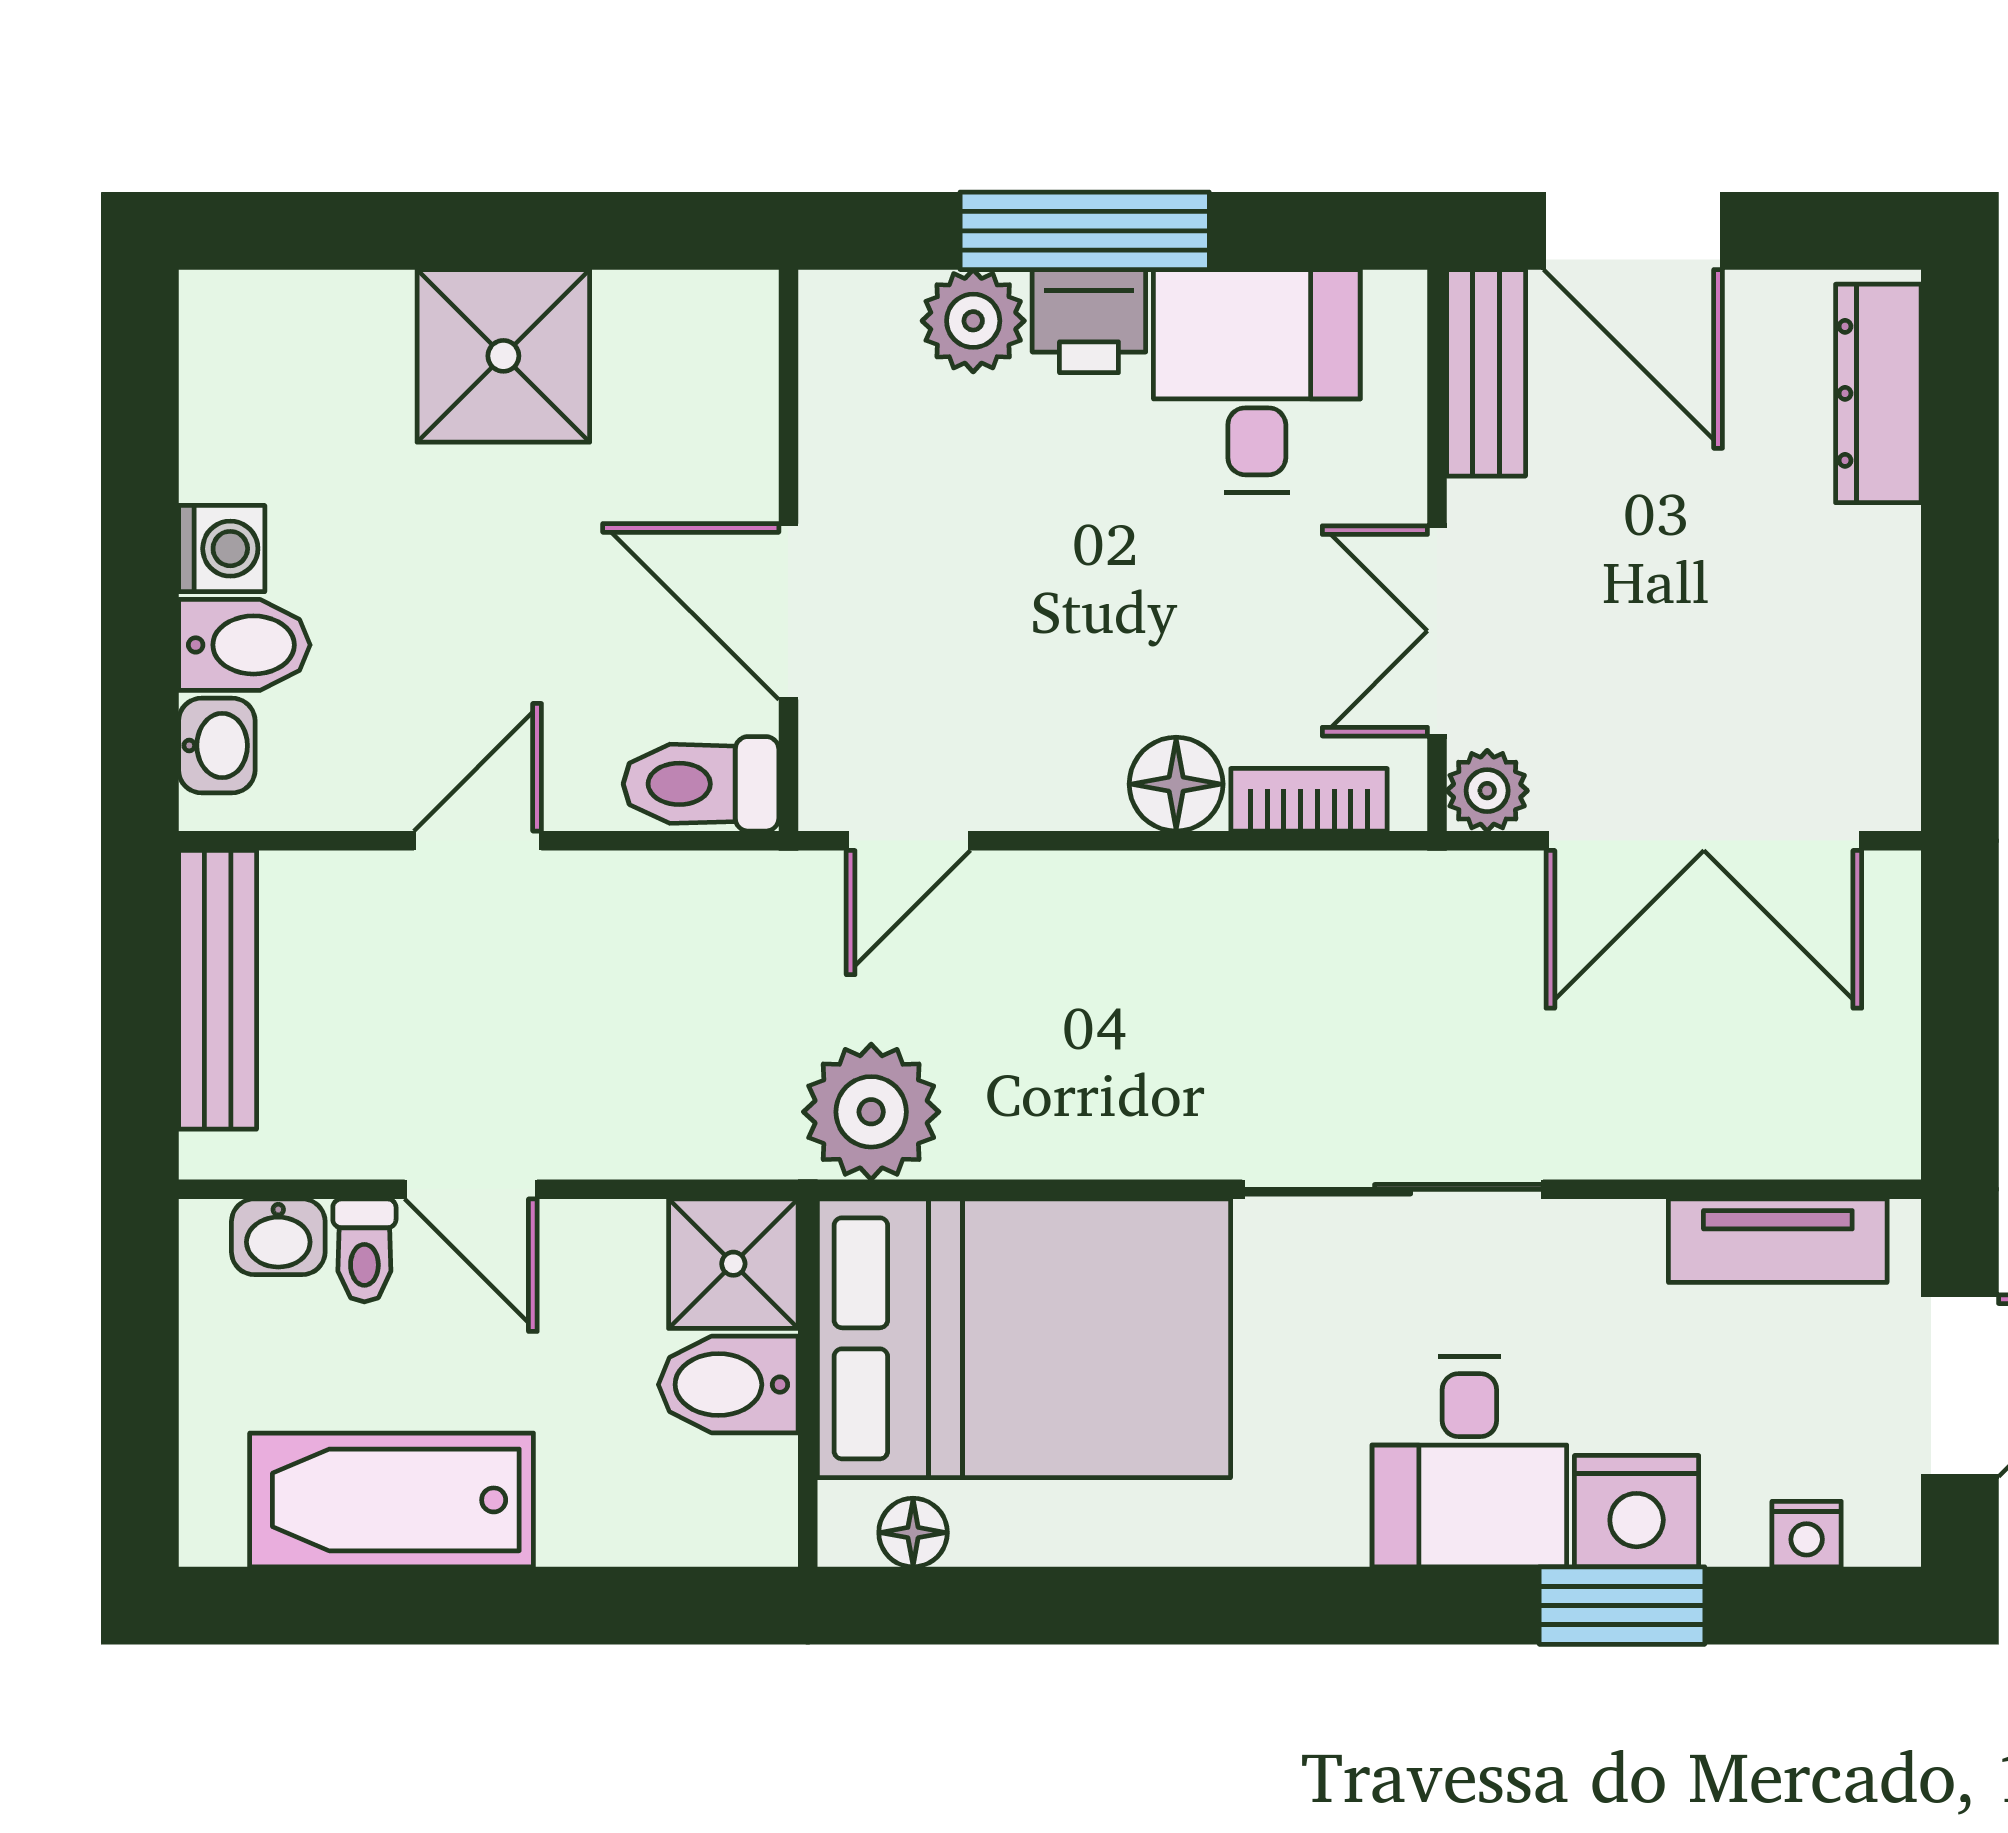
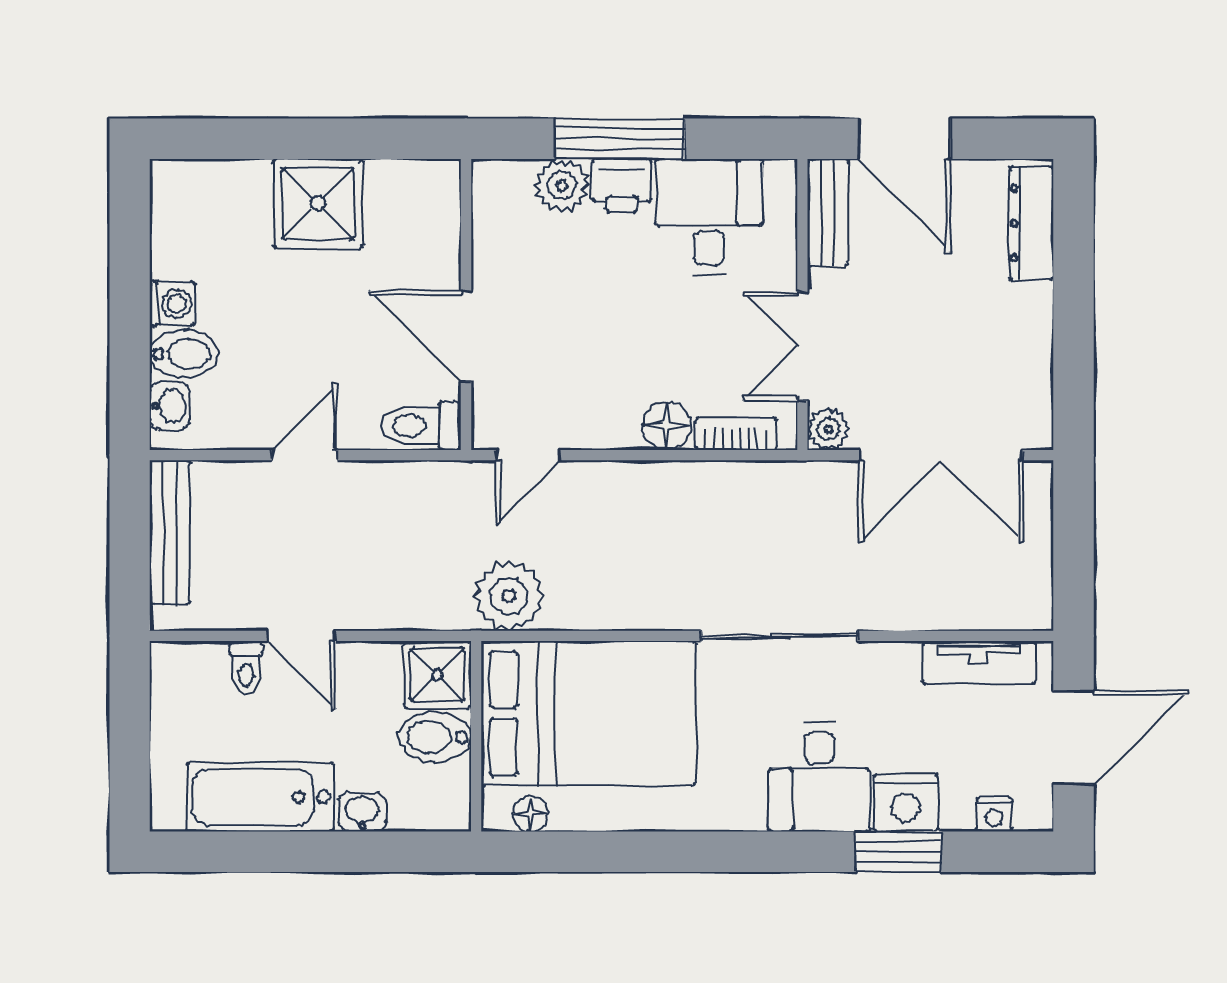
washbasin: (278, 1237) -> (362, 812), moved, turned 180

